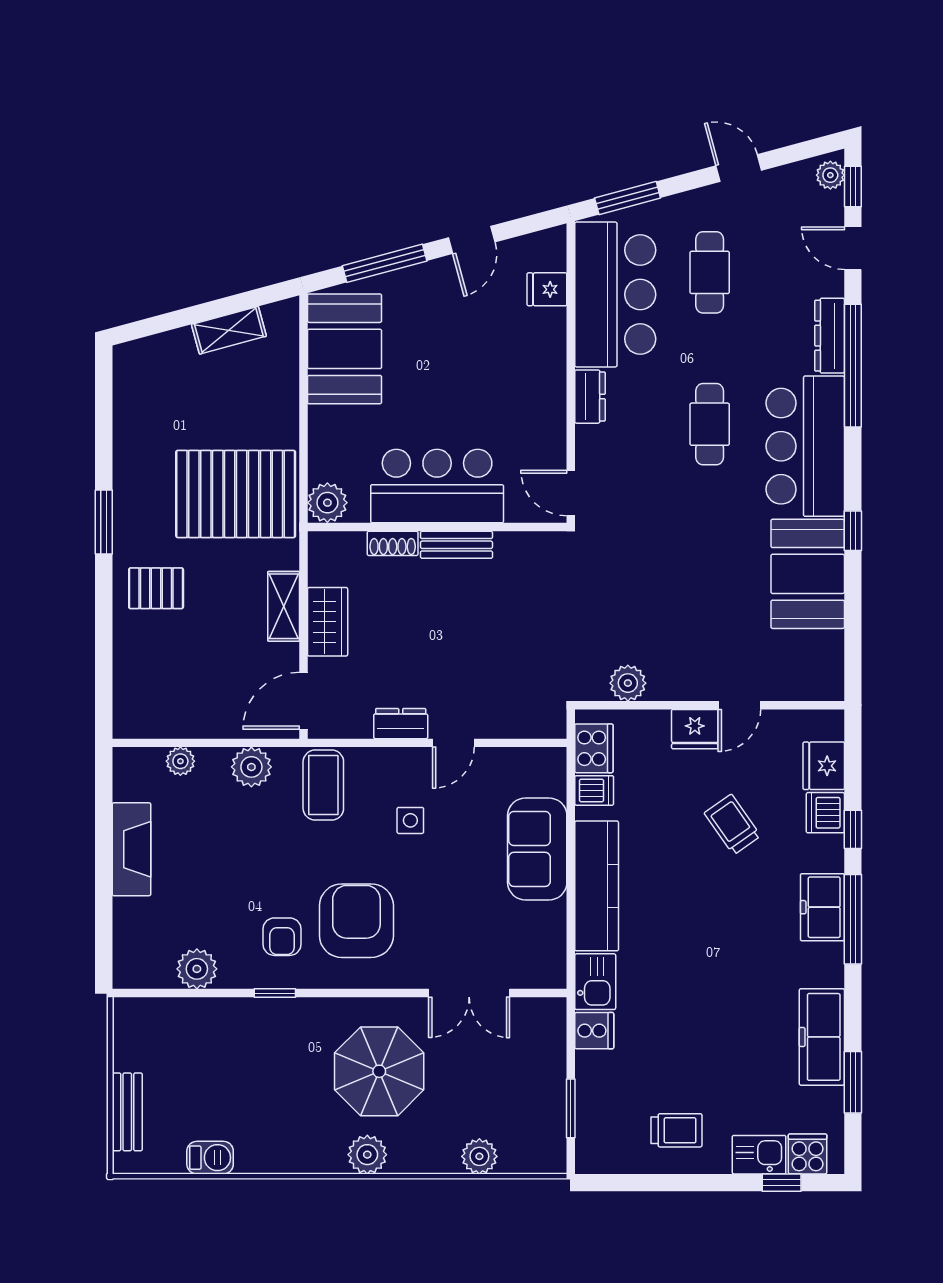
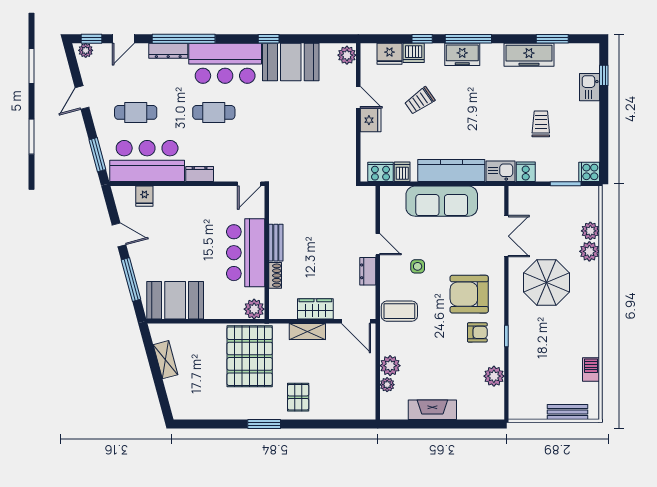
plant: (628, 683) -> (347, 55), moved
plant: (251, 767) -> (390, 366), moved
sofa: (537, 849) -> (442, 201), width x1.36
trolley: (676, 1130) -> (541, 124), moved
cooker: (808, 1154) -> (589, 172), moved
plant: (367, 1155) -> (589, 251), moved

